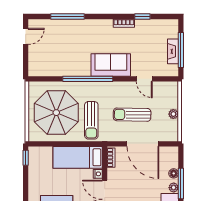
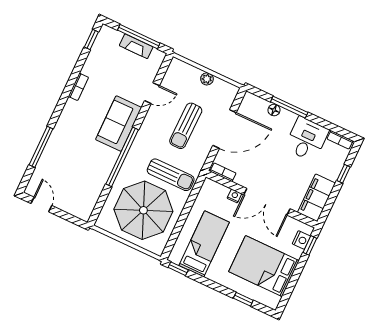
window: (142, 16) -> (91, 39), moved
bed: (78, 157) -> (204, 244), moved, turned 180
plant: (174, 188) -> (290, 118), removed

